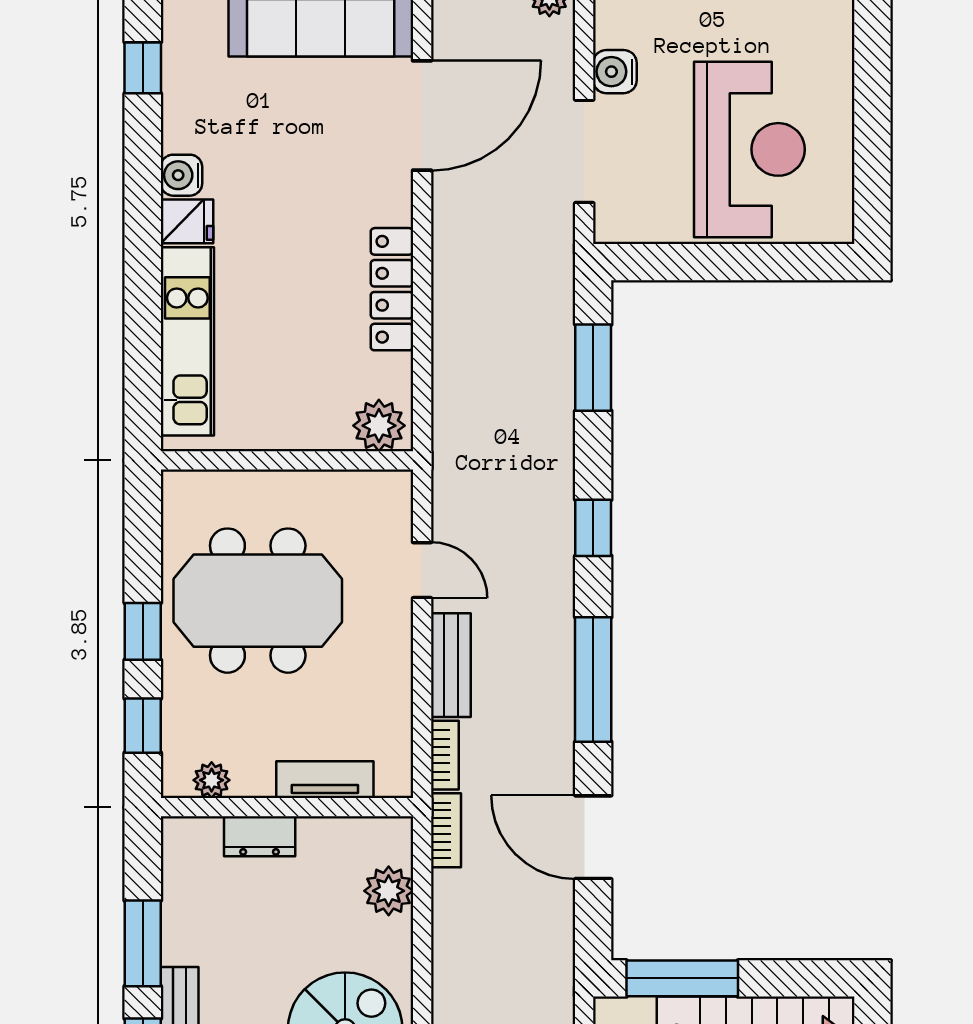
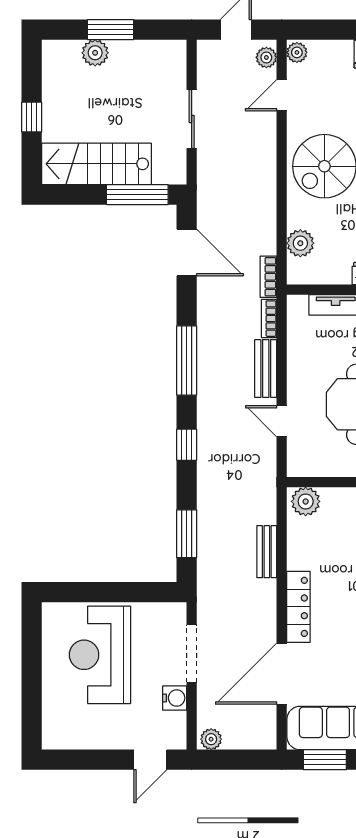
locker: (392, 289) -> (298, 607), moved
bench: (449, 335) -> (267, 552), added
door: (593, 837) -> (187, 252), moved

